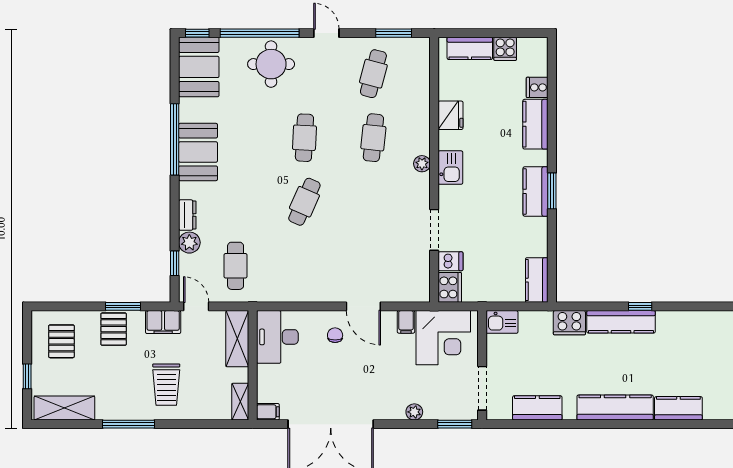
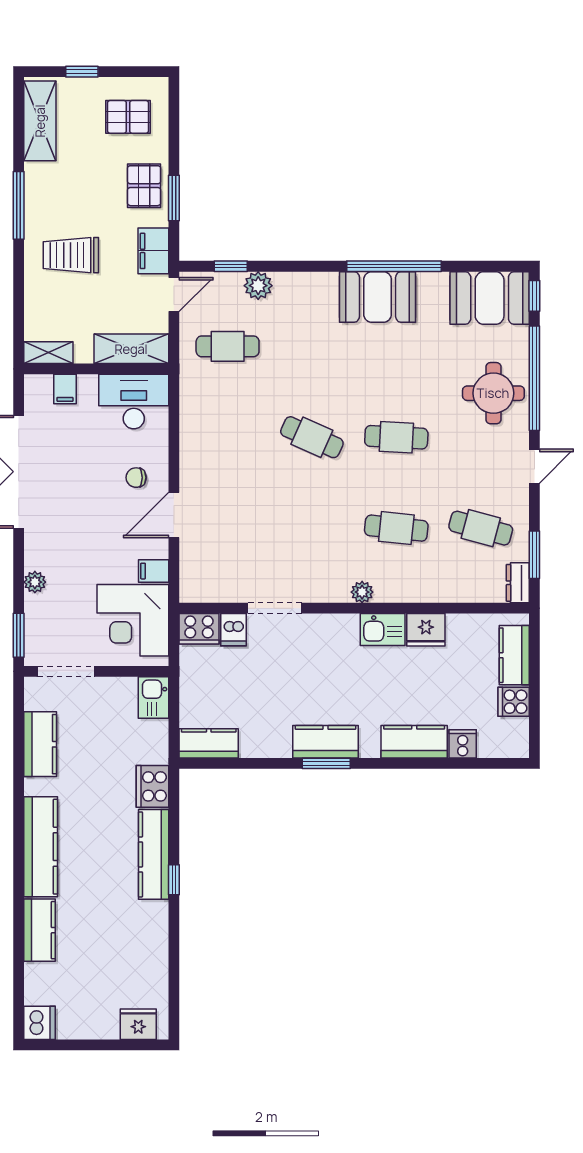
kitchen sink: (450, 168) -> (383, 630), moved
dresser: (187, 215) -> (518, 583), moved, turned 90
pallet: (114, 329) -> (144, 186), turned 90
chair: (335, 335) -> (136, 478), turned 180
filing cabinet: (268, 412) -> (65, 389), moved

